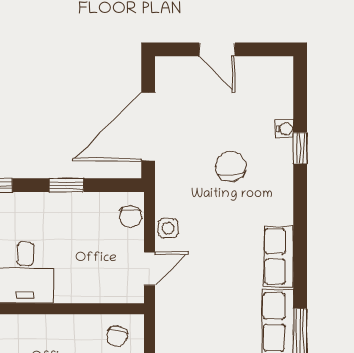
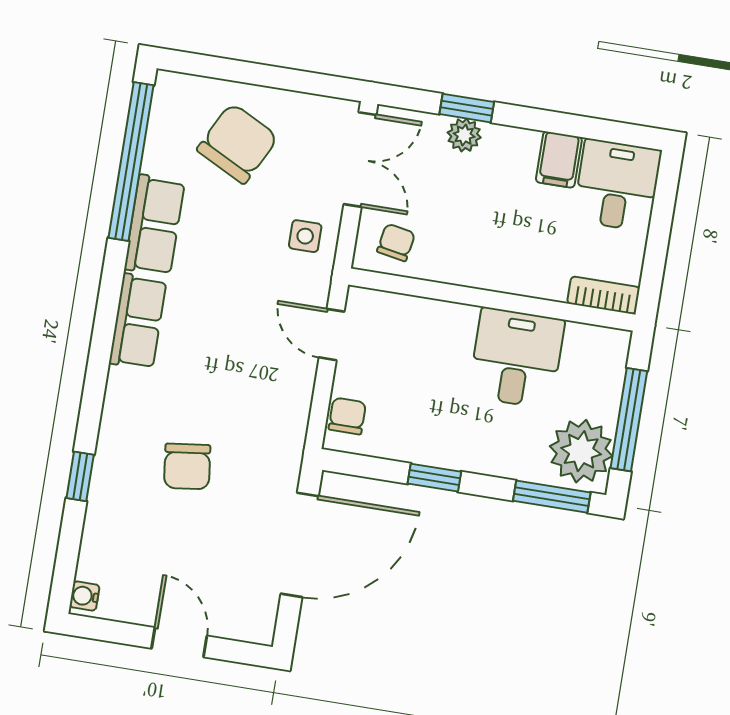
water cooler: (284, 129) -> (85, 596), moved
side table: (168, 228) -> (305, 236), moved
door: (149, 269) -> (332, 335), hinge flipped

